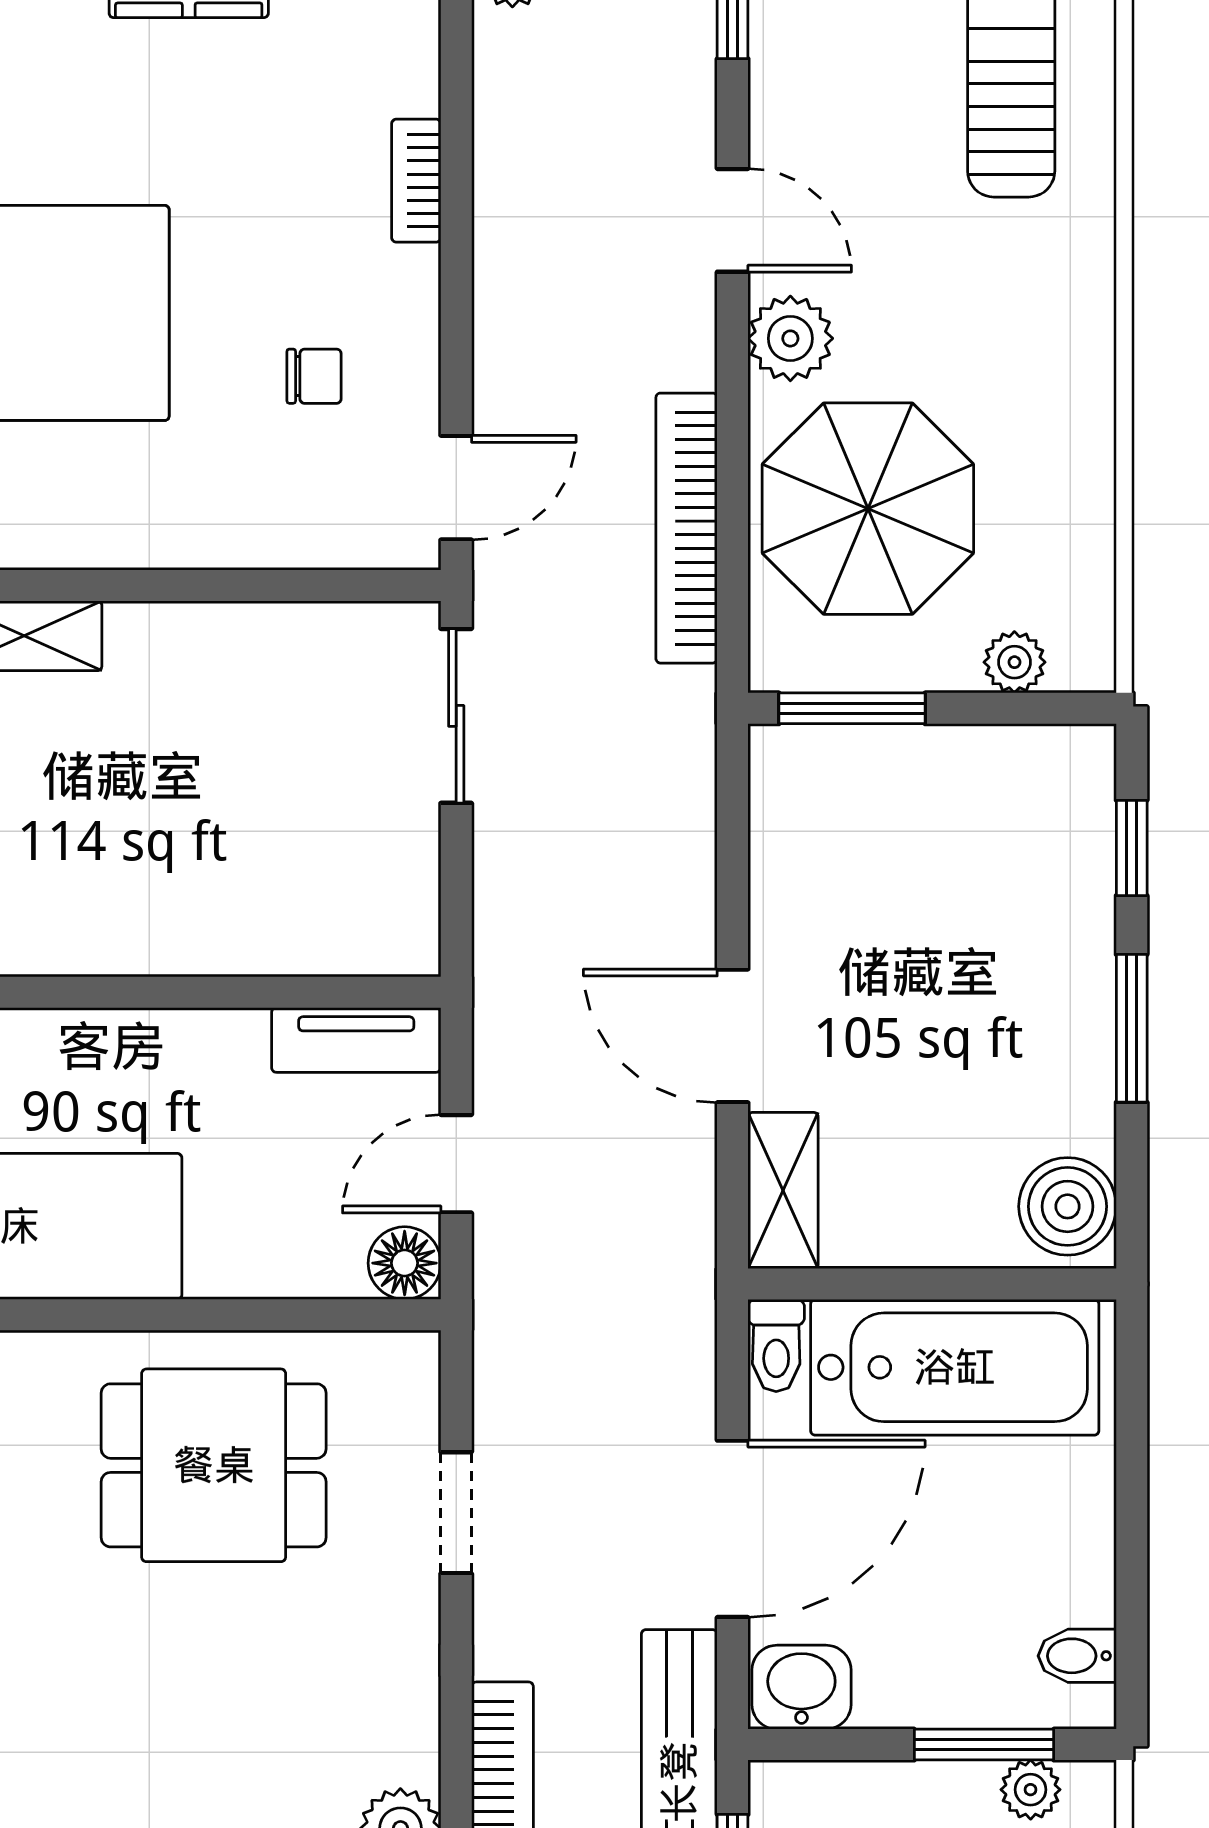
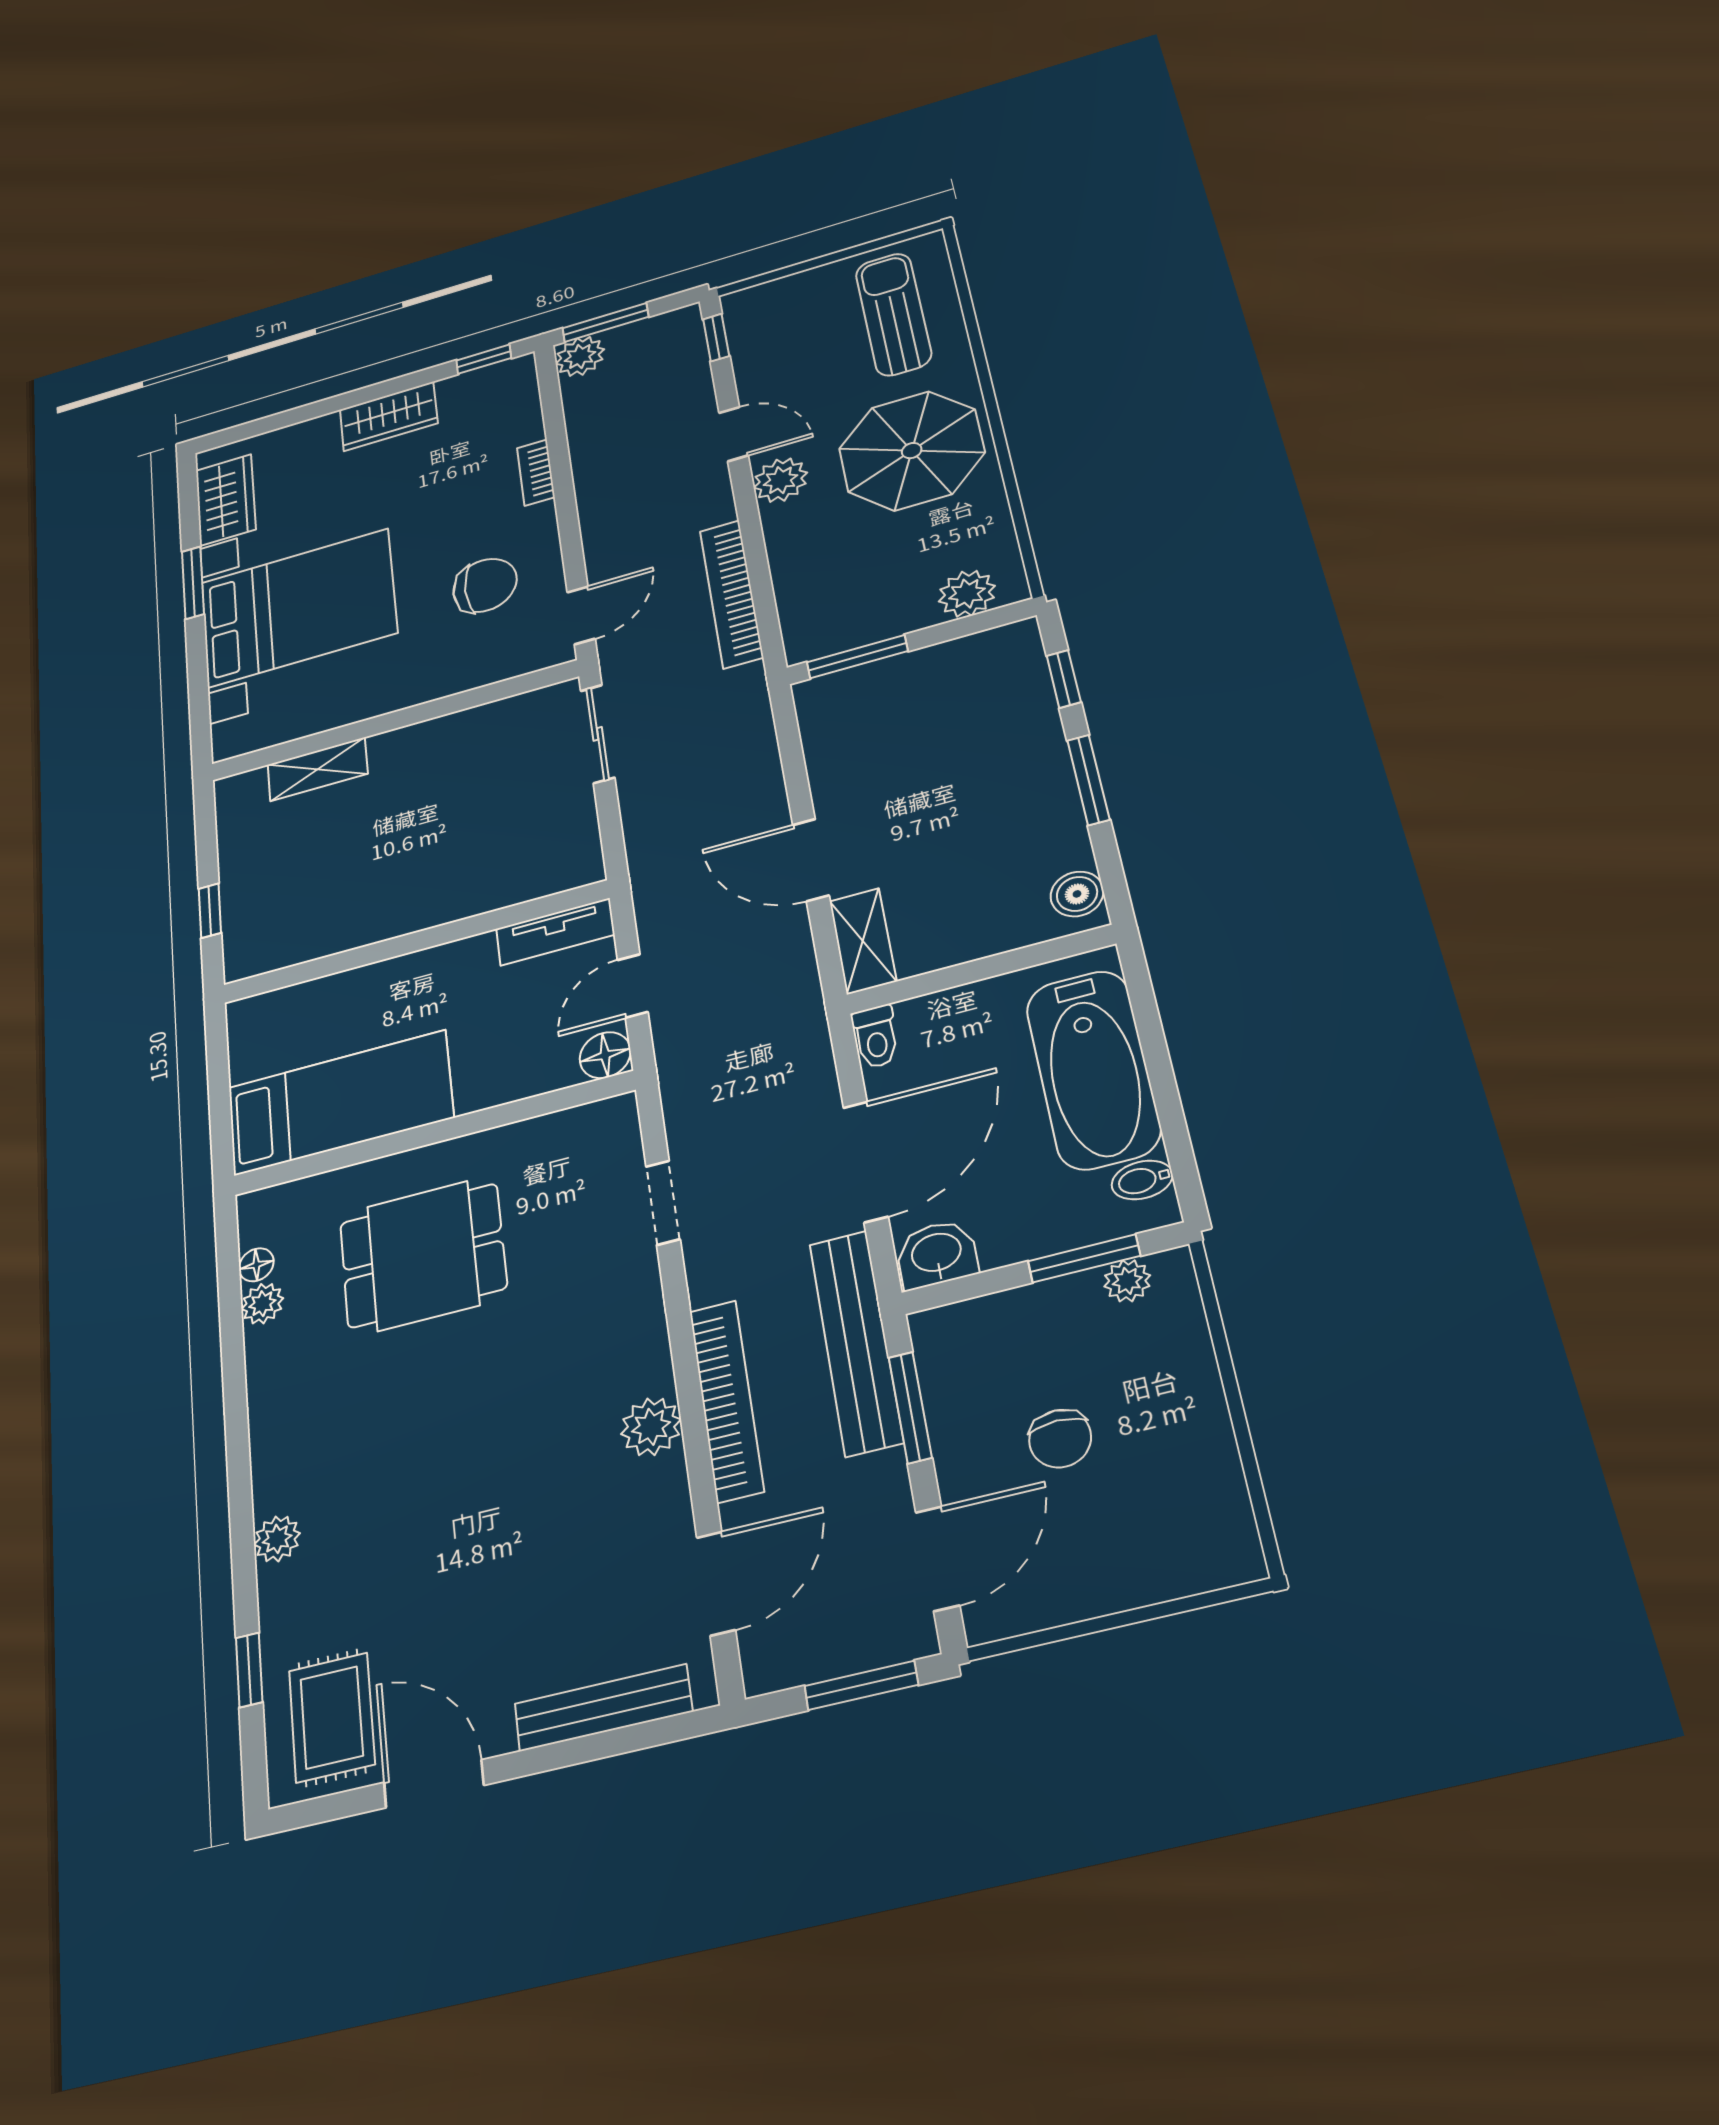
chair: (314, 376) -> (485, 585), width x1.87, depth x1.87
parasol: (868, 509) -> (912, 451), moved
plant: (1014, 662) -> (967, 594), width x1.38, depth x1.38
boiler: (1068, 1206) -> (1077, 894), width x0.73, depth x0.73
bathtub: (955, 1367) -> (1093, 1069), moved, turned 90
dining table: (214, 1465) -> (423, 1255), moved

